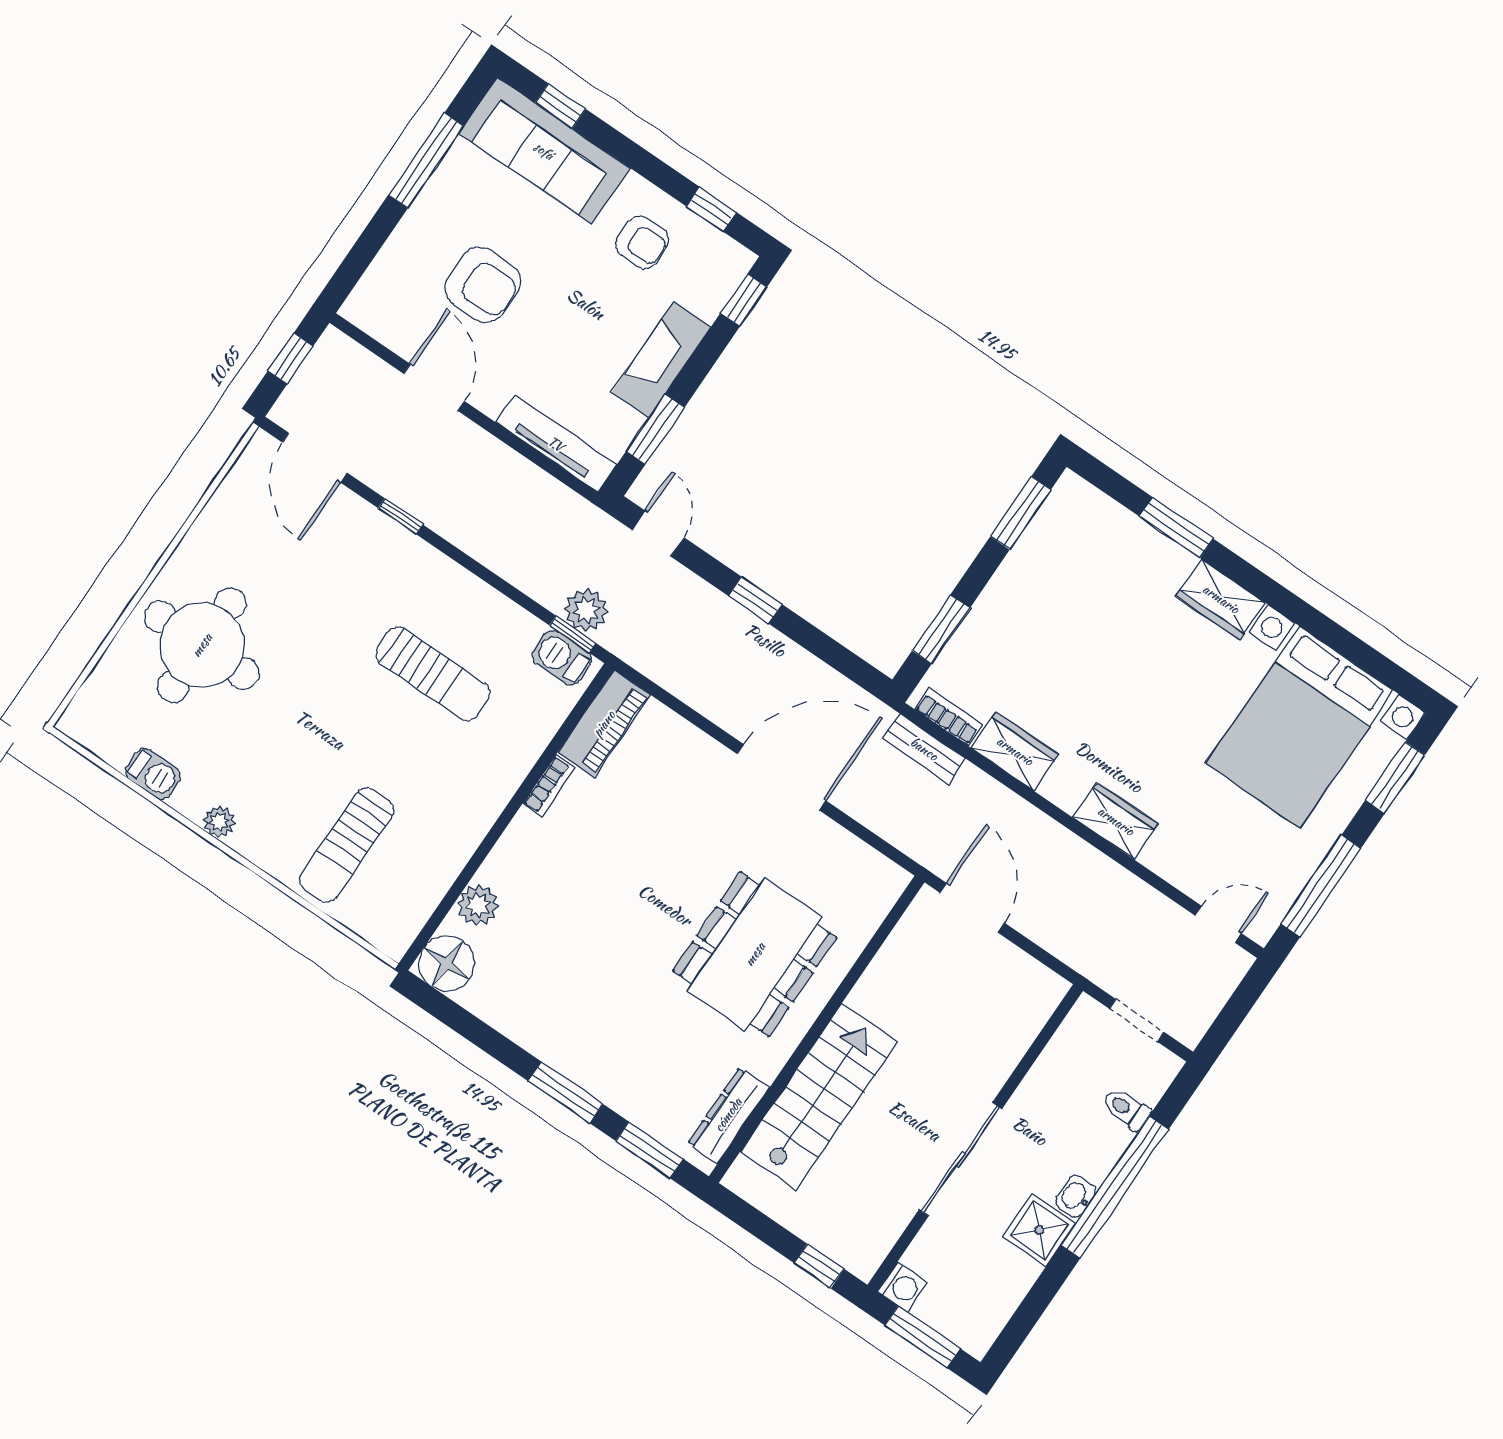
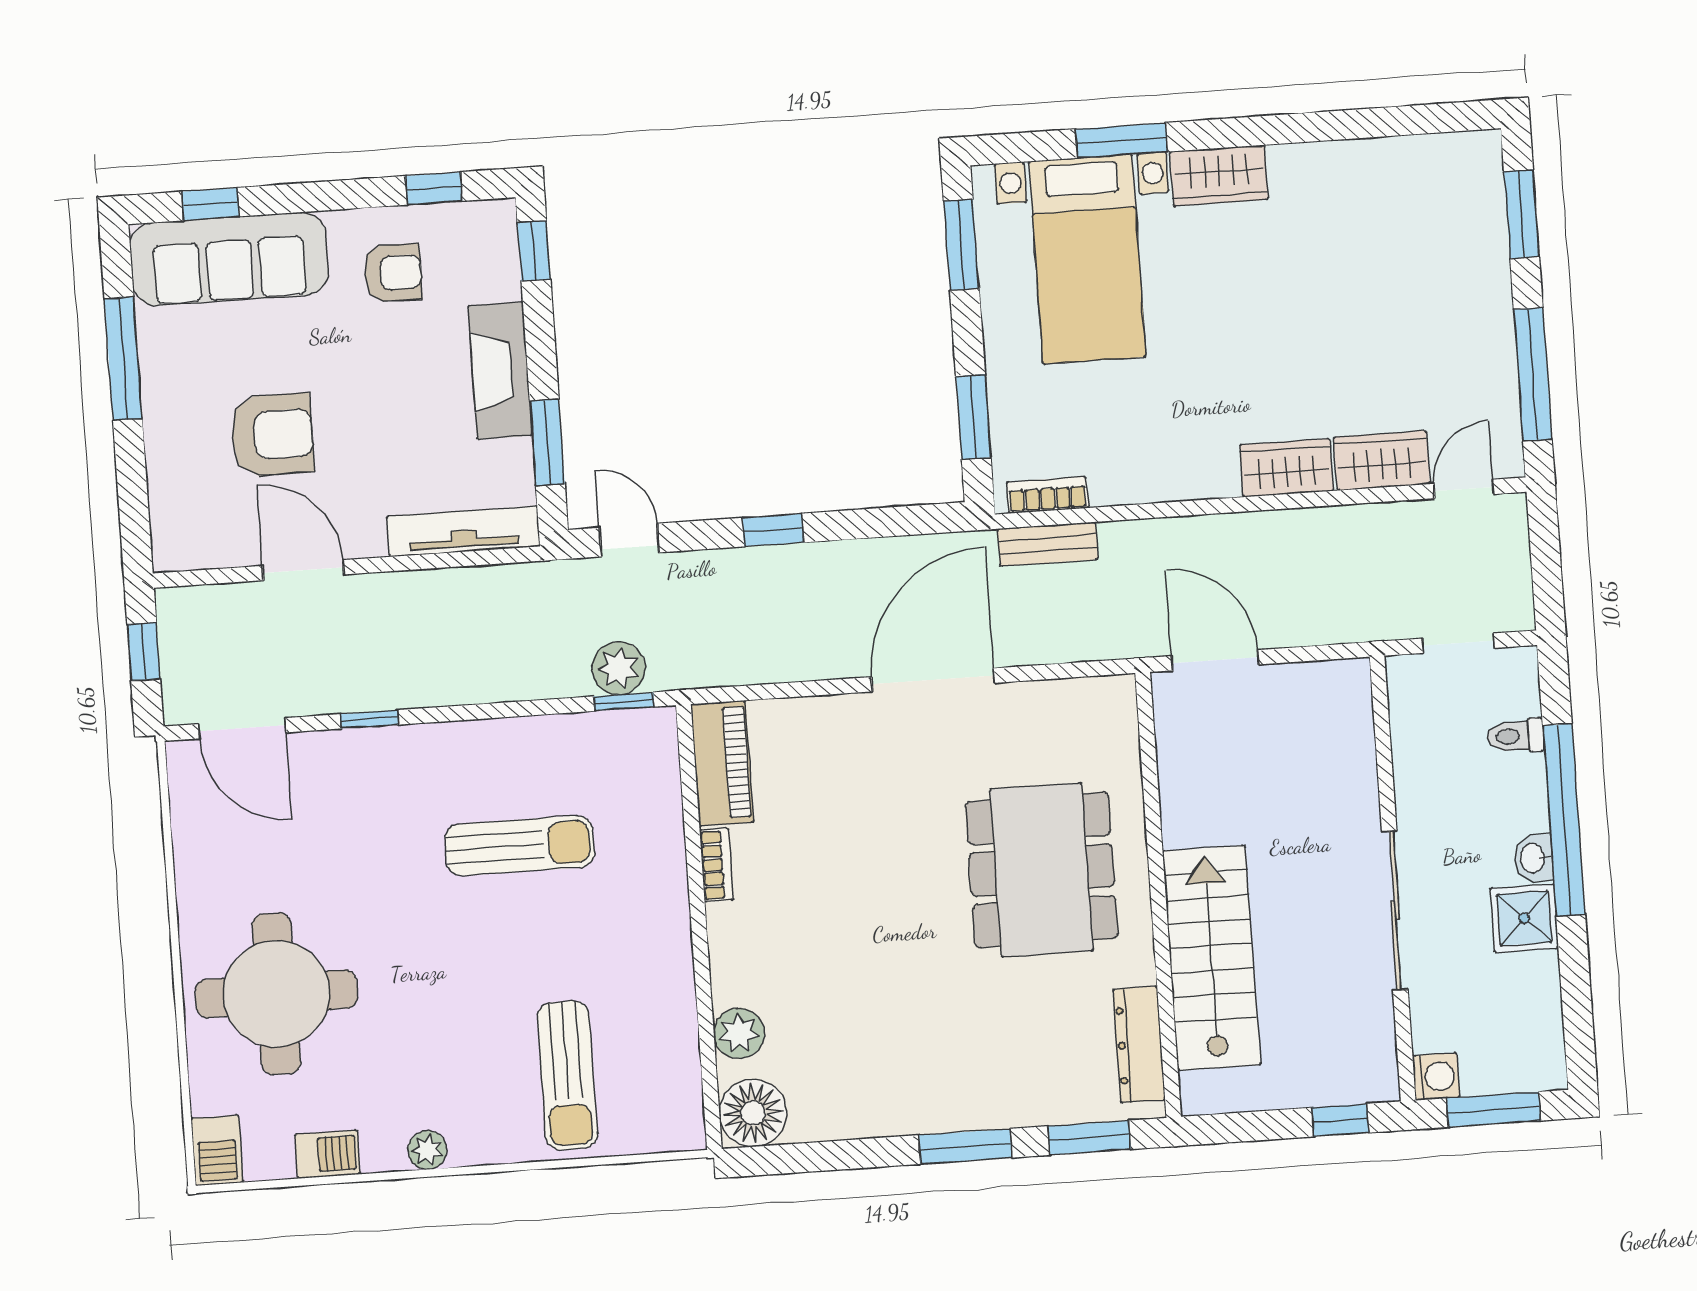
barbecue: (562, 658) -> (217, 1150), moved, turned -90
bed with nightstands: (1300, 727) -> (1087, 259), moved, width x0.73
wardrobe: (1015, 751) -> (1382, 461), moved

